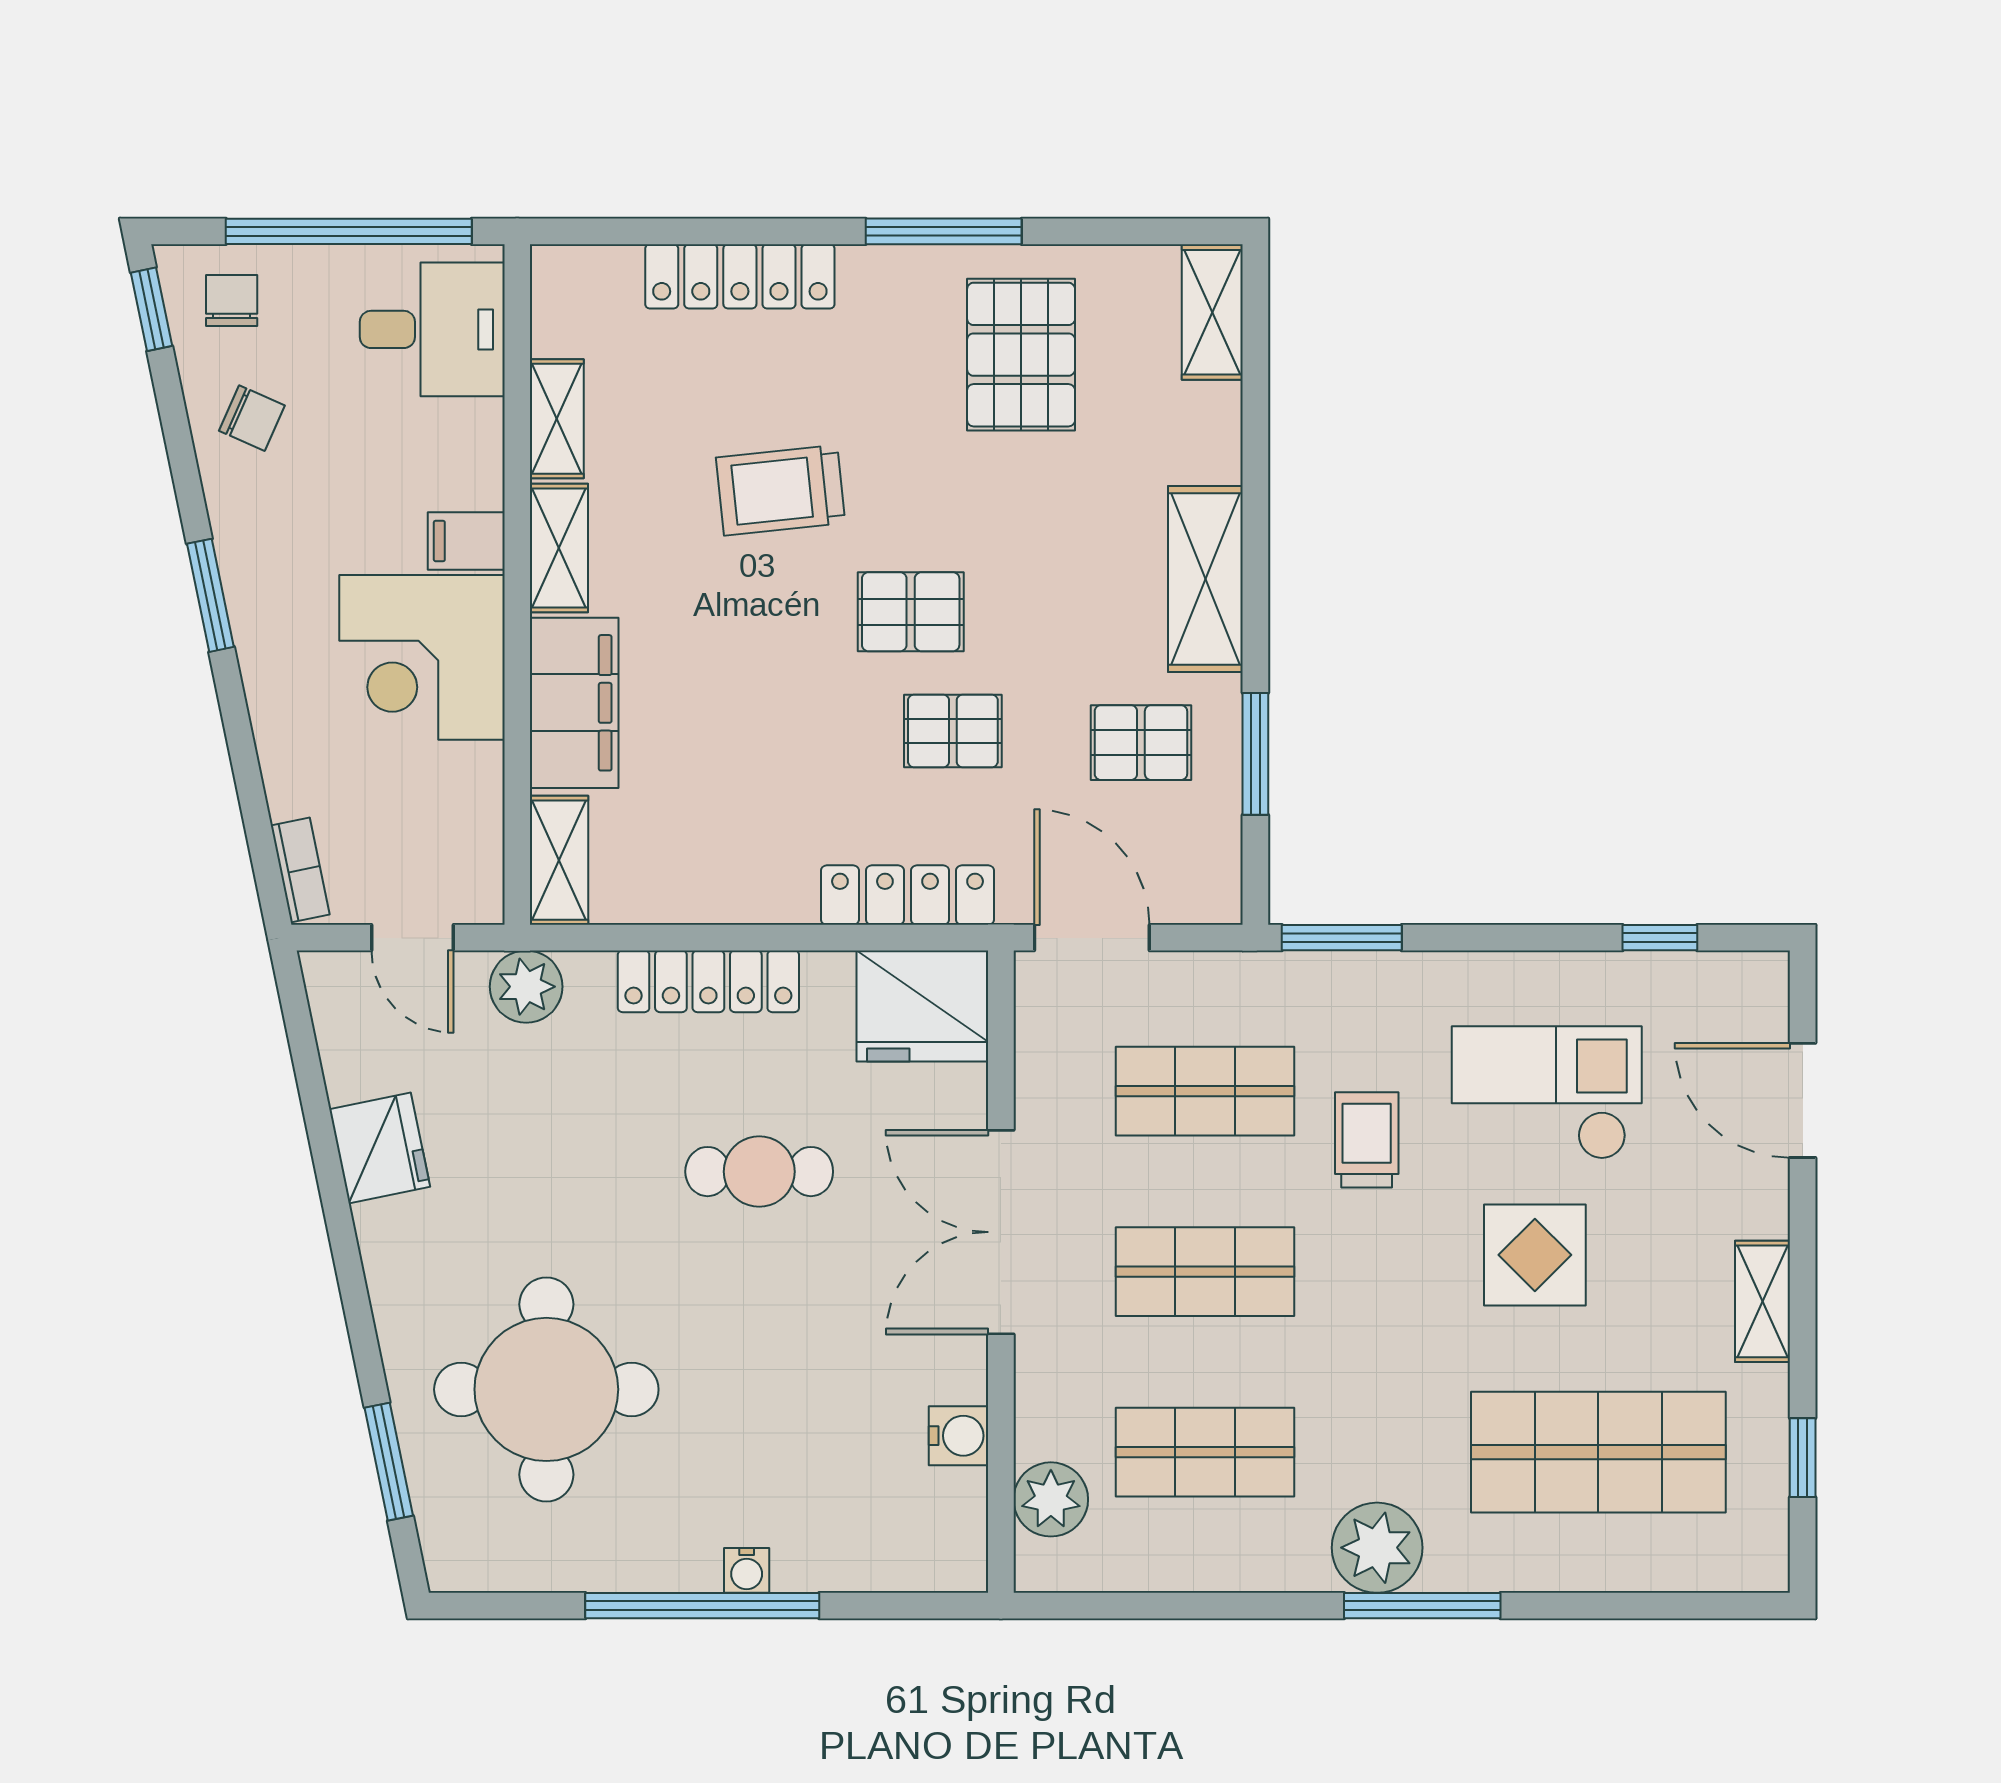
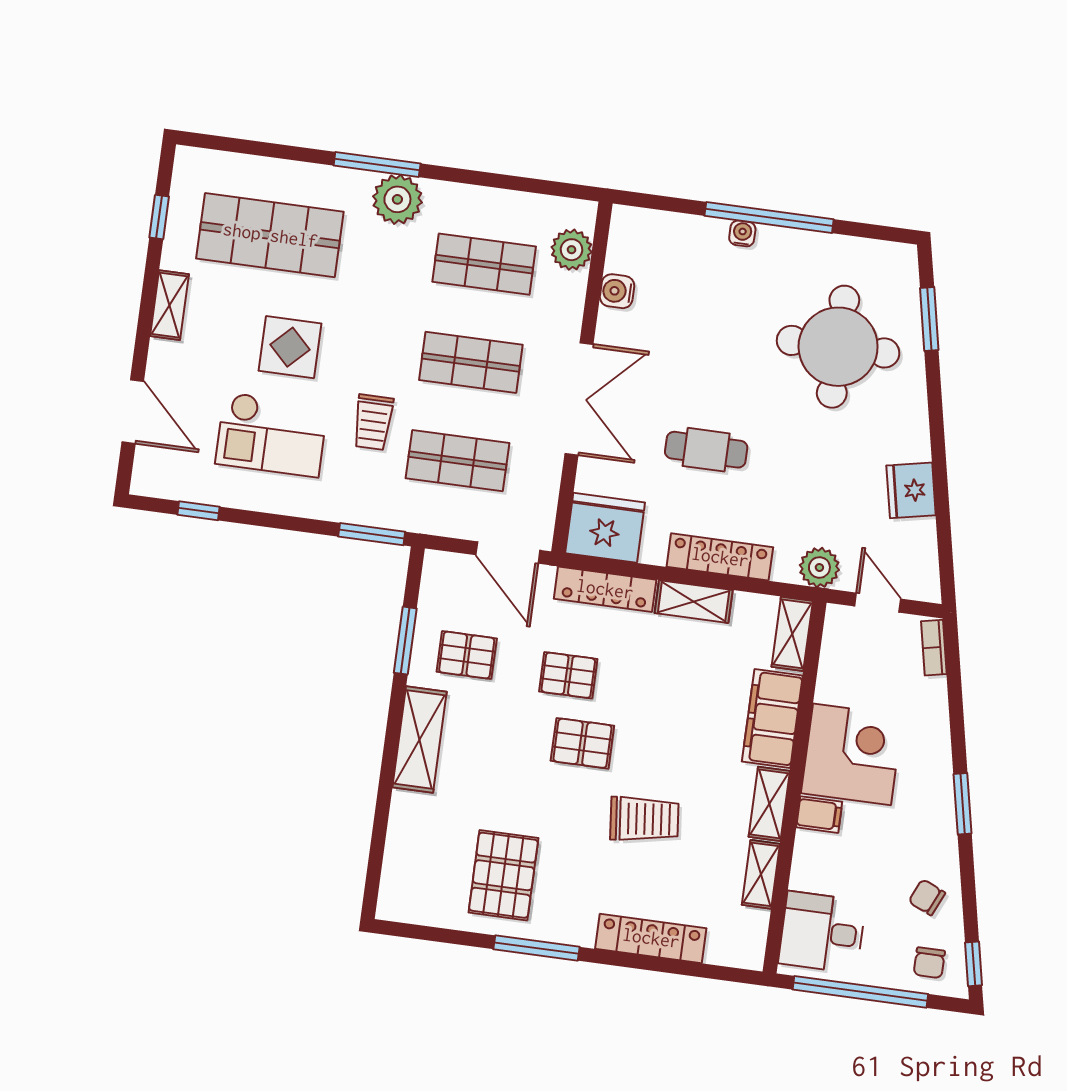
shelving: (1212, 312) -> (694, 602), moved, turned 90

